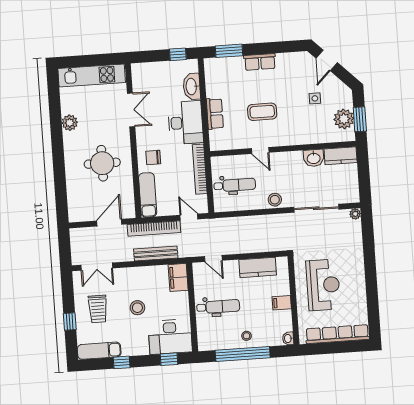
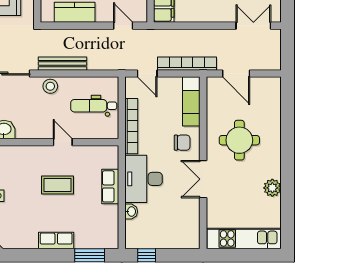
washbasin: (192, 87) -> (131, 211), width x0.52, depth x0.69
double door: (131, 110) -> (203, 179), moved
door: (109, 223) -> (236, 74), hinge flipped
bench: (156, 254) -> (62, 64), moved

